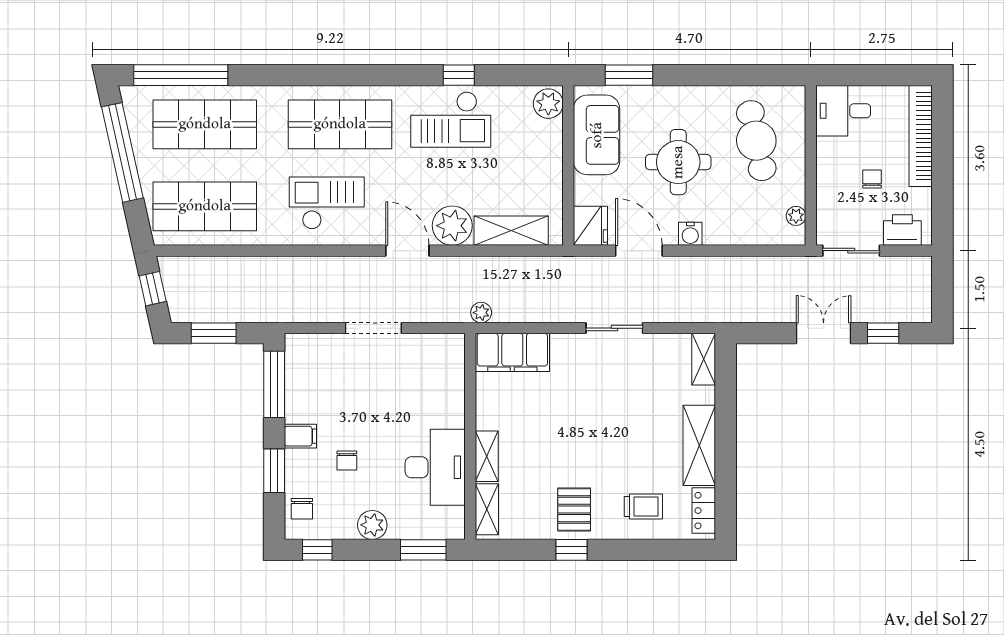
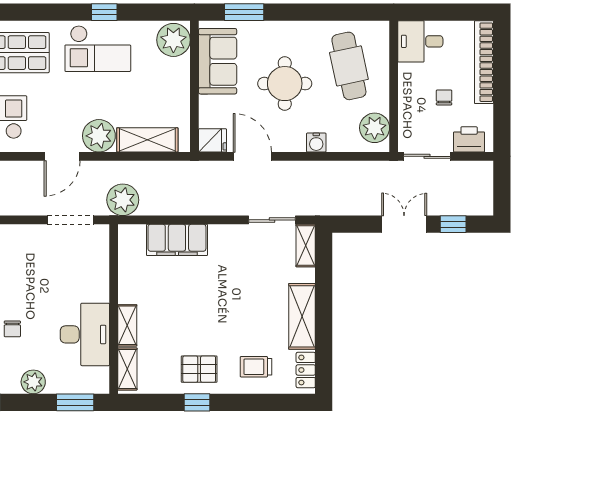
plant: (548, 104) -> (173, 40), width x1.36, depth x1.36
plant: (796, 216) -> (375, 128), width x1.87, depth x1.87
fridge: (590, 226) -> (213, 140), width x0.72
water cooler: (690, 234) -> (316, 142), moved
door: (407, 251) -> (62, 156), swing flipped
plant: (481, 313) -> (123, 200), width x1.87, depth x1.87
doorway: (373, 328) -> (70, 220), moved
sliding door: (614, 328) -> (272, 220), moved
filing cabinet: (512, 352) -> (177, 240), moved
trolley: (643, 507) -> (256, 367), turned 180
pallet: (574, 509) -> (199, 369), turned 90

